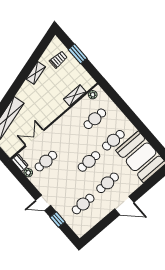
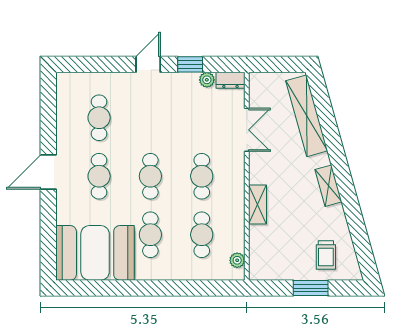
shelving: (36, 73) -> (328, 186), moved
shelving: (75, 95) -> (258, 205), moved
cafe table: (46, 161) -> (202, 176), moved
window: (58, 220) -> (190, 64), moved

